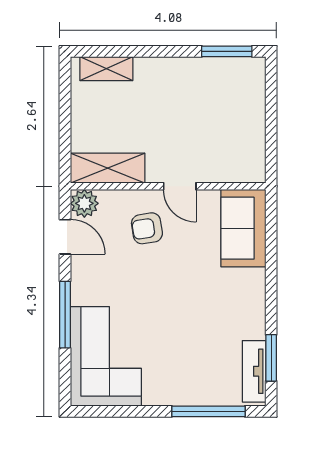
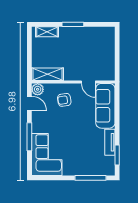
window: (227, 51) -> (73, 24), moved
door: (180, 186) -> (88, 82), moved
sofa: (243, 228) -> (105, 106), width x1.36
tv unit: (254, 371) -> (110, 142), moved

